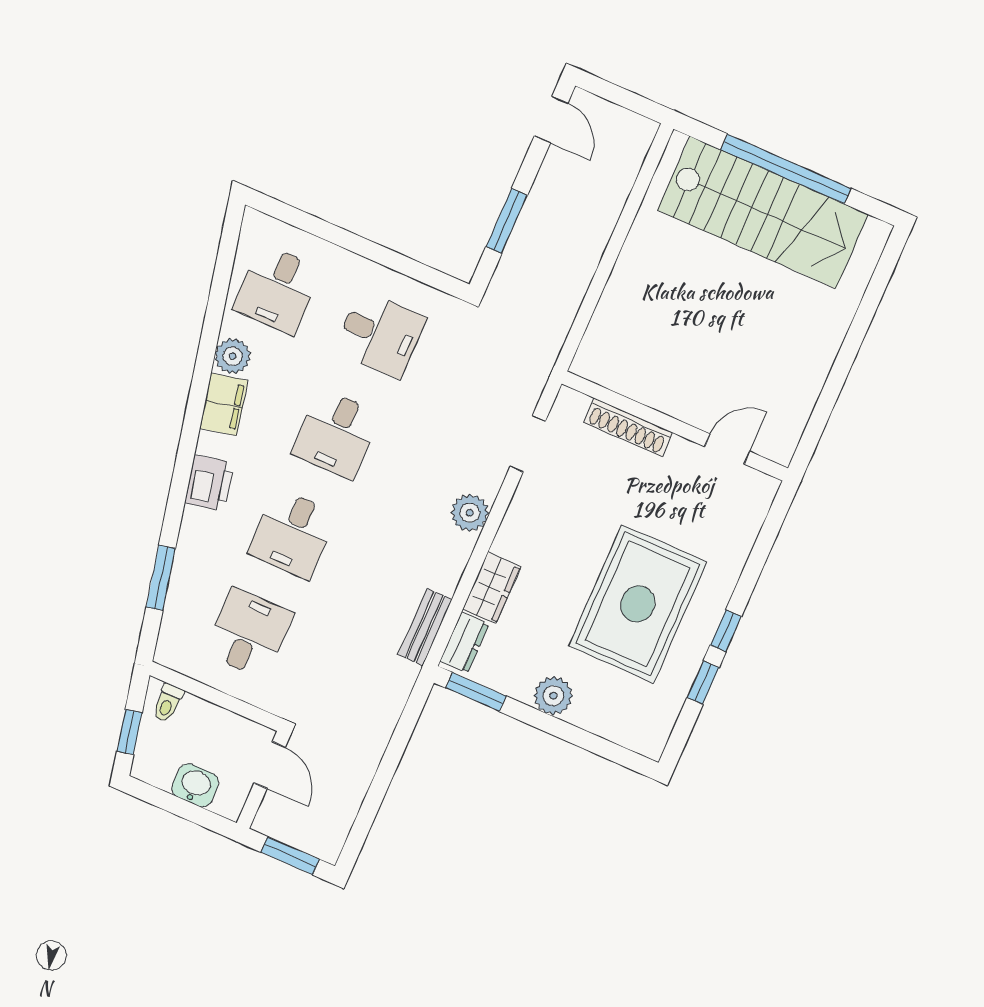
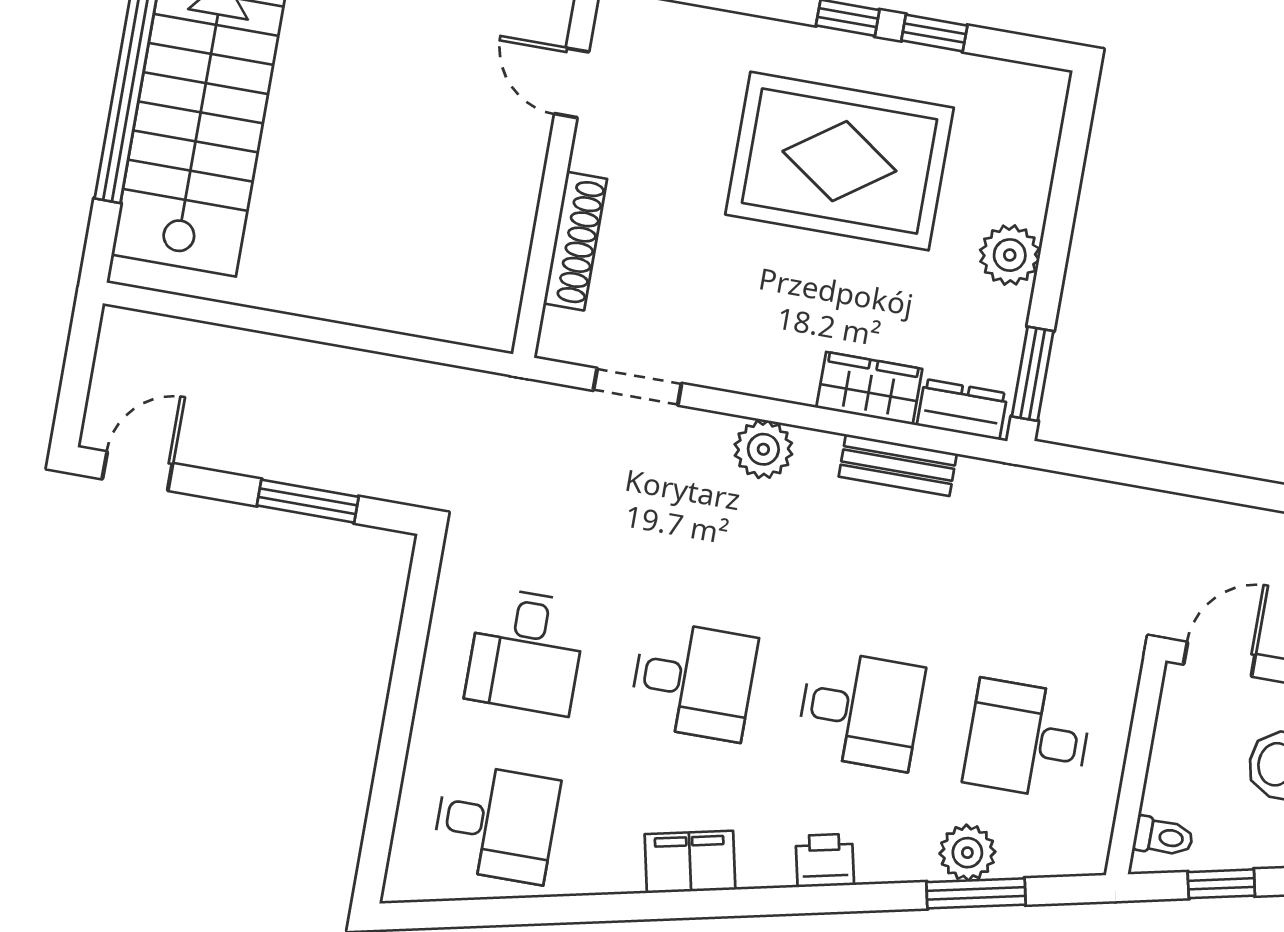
desk: (380, 334) -> (526, 651), turned 180
plant: (233, 356) -> (967, 853), moved
printer: (209, 483) -> (825, 860), width x0.73, depth x0.81
bench: (425, 627) -> (898, 465), moved

